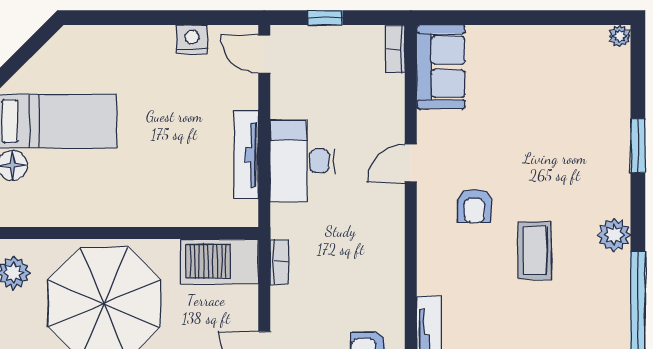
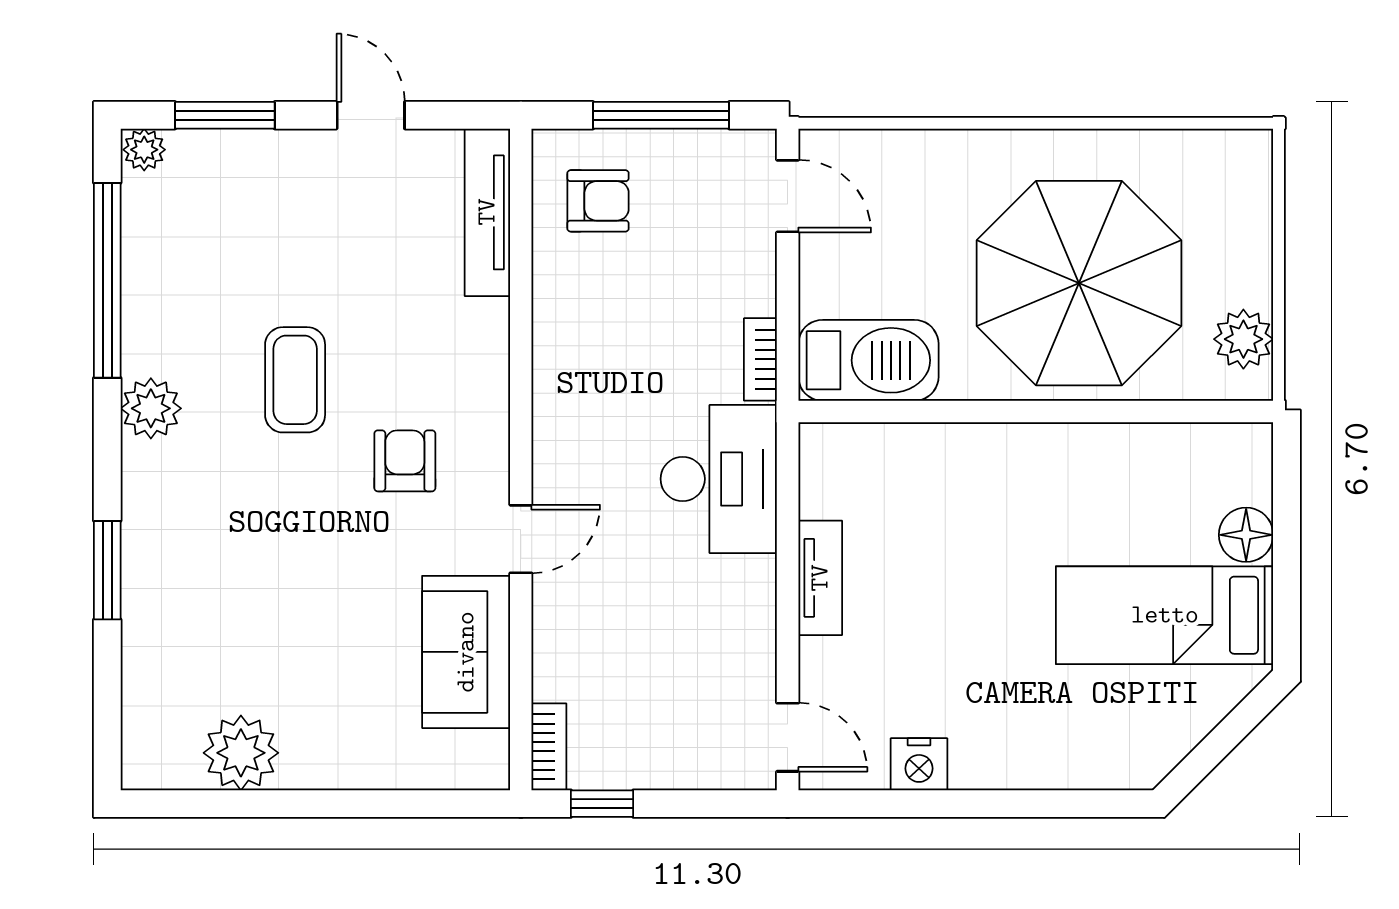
window: (325, 18) -> (602, 804), moved
plant: (620, 36) -> (241, 753), moved, width x1.88, depth x1.88
sofa: (441, 67) -> (466, 652), moved
tv unit: (246, 155) -> (820, 578), width x0.71
desk: (302, 161) -> (719, 479), moved

